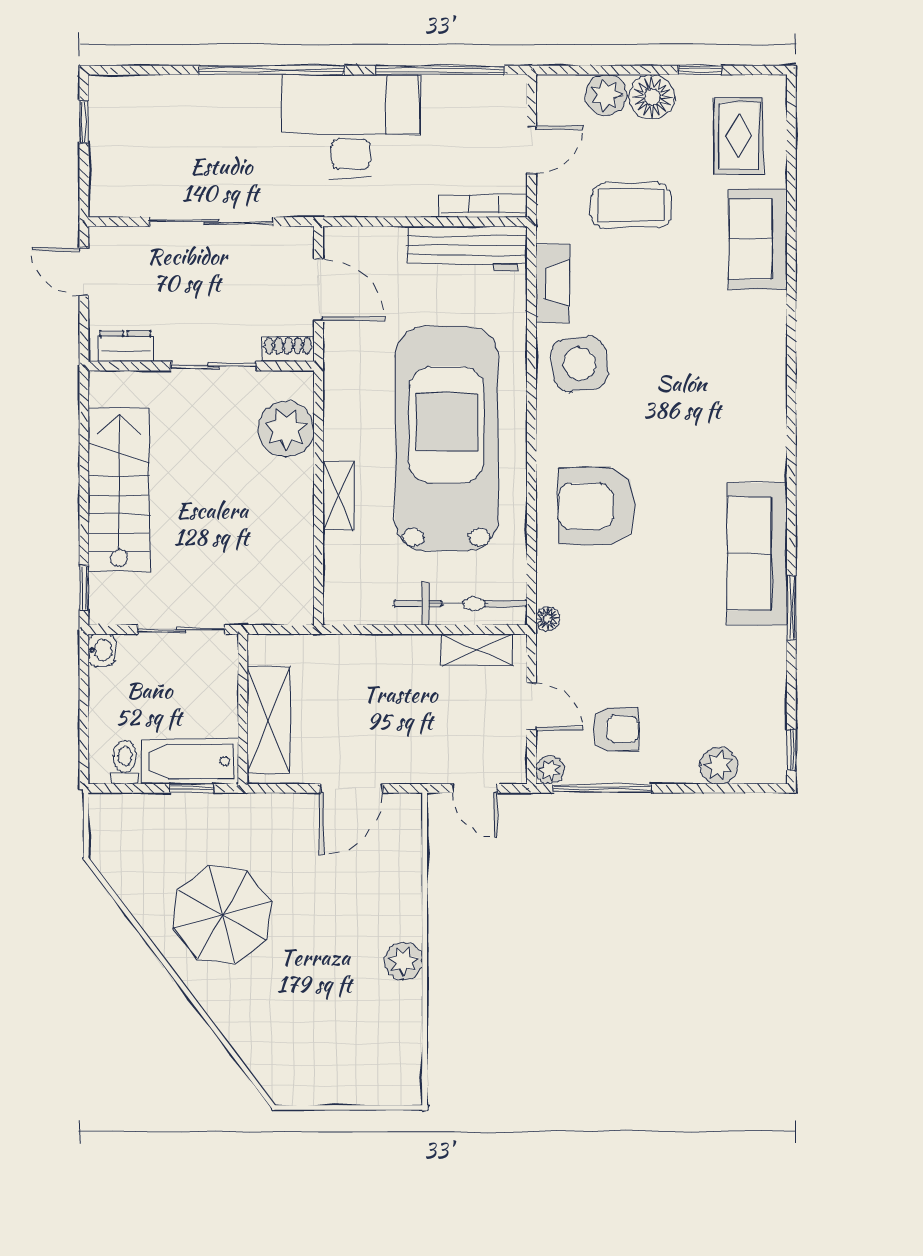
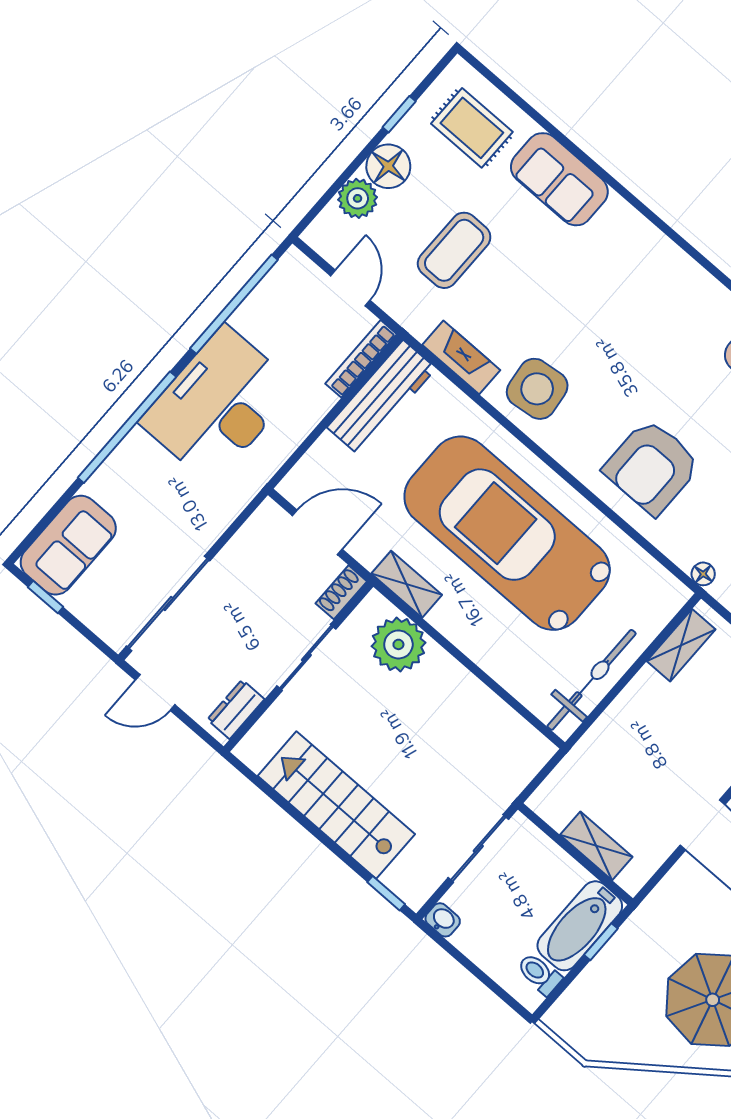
sofa: (140, 104) -> (68, 545), added
sliding door: (211, 222) -> (168, 604), moved
shelving: (339, 496) -> (407, 584), moved
bicycle: (461, 604) -> (592, 680), moved
shelving: (269, 720) -> (596, 846), width x0.67, depth x0.75

